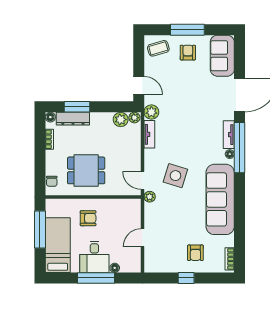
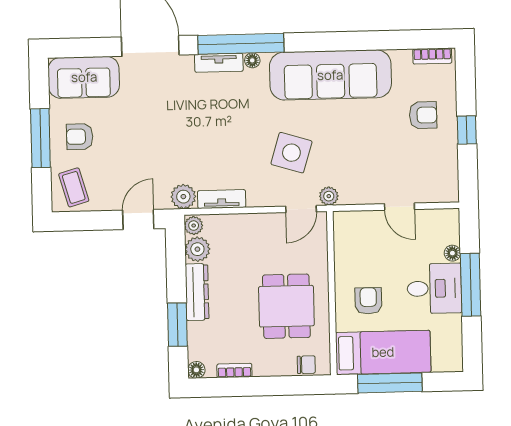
dresser: (73, 119) -> (197, 292), moved
bed: (58, 245) -> (383, 352), moved, turned 180

